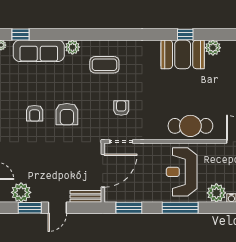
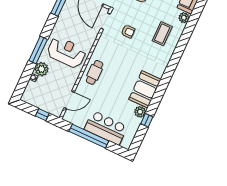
window: (185, 35) -> (147, 120), moved
cafe table: (190, 126) -> (95, 72), width x0.73, depth x0.74
window: (180, 208) -> (38, 50), moved

